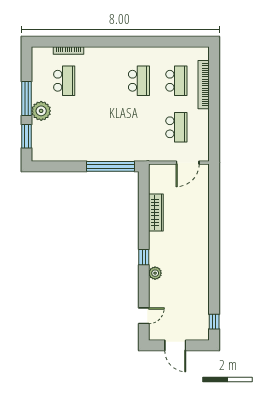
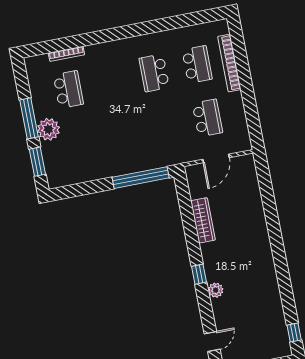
school desk: (139, 81) -> (154, 73), turned 180
door: (188, 163) -> (216, 158), moved

